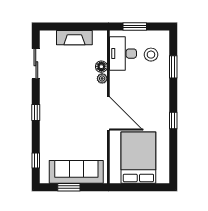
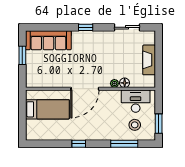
window: (135, 26) -> (159, 124), moved
window: (173, 67) -> (124, 144), width x1.44
bed: (138, 158) -> (47, 109), width x0.67
window: (36, 161) -> (45, 27), removed
sofa: (76, 172) -> (48, 40), moved, turned 90

